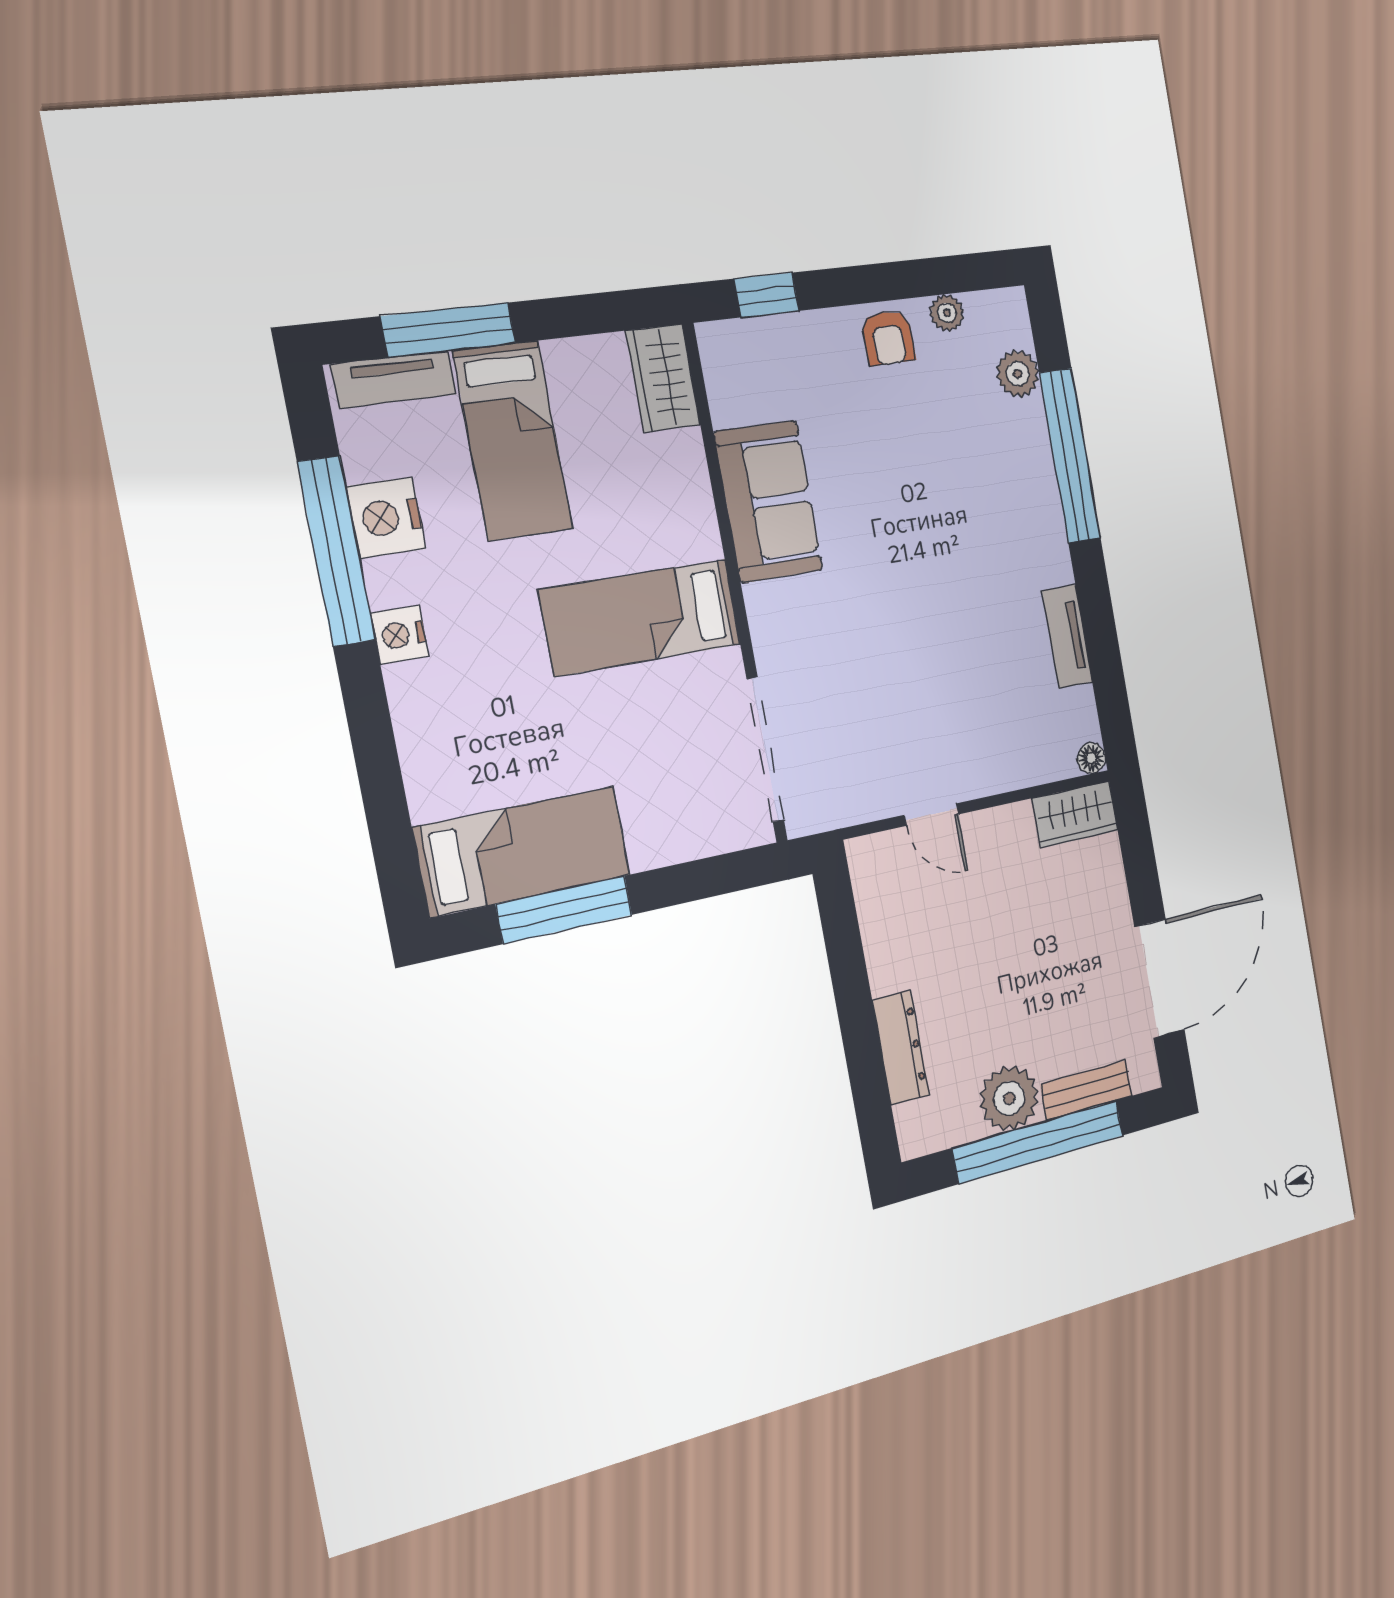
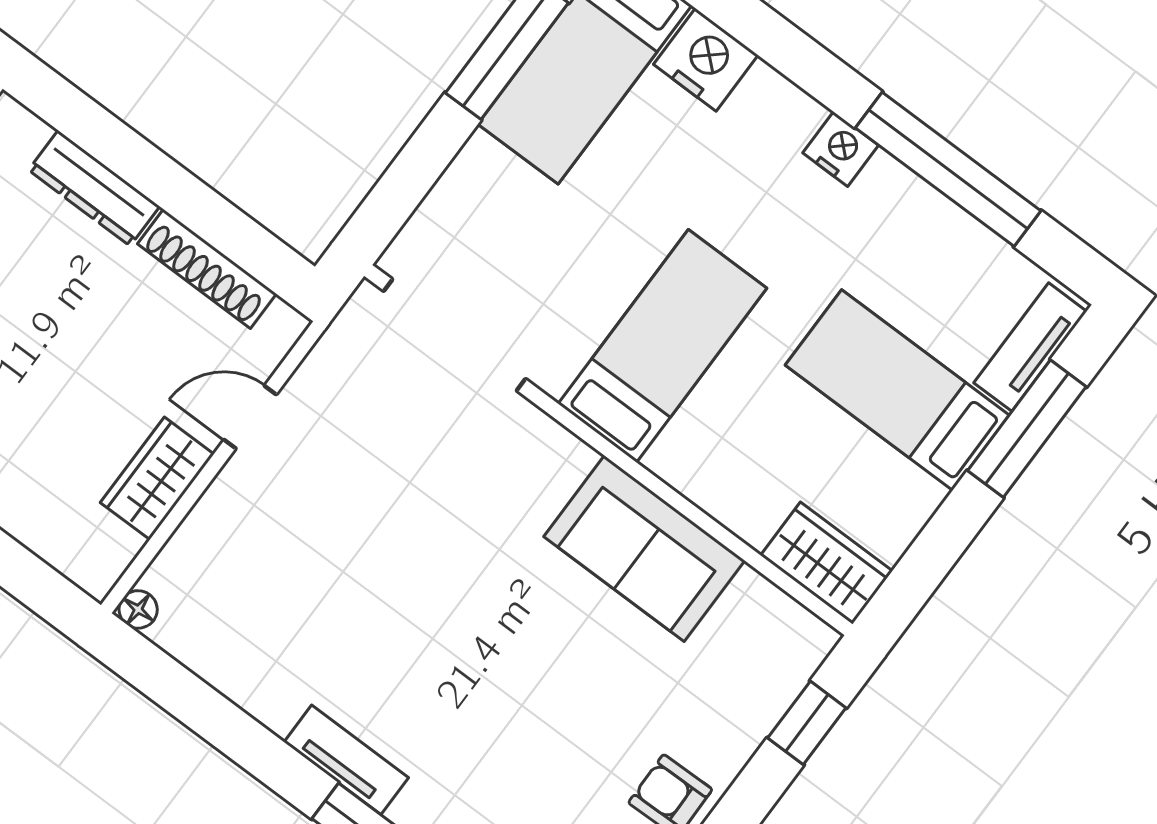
nightstand: (386, 518) -> (706, 60), moved
tv unit: (1067, 636) -> (346, 760), moved
wardrobe: (1075, 814) -> (157, 478), moved
shoe rack: (878, 933) -> (207, 269), added

